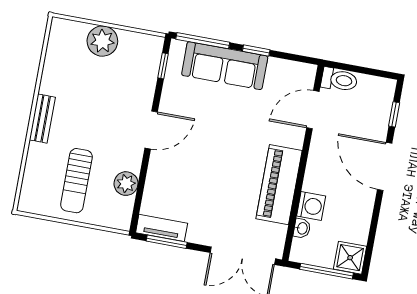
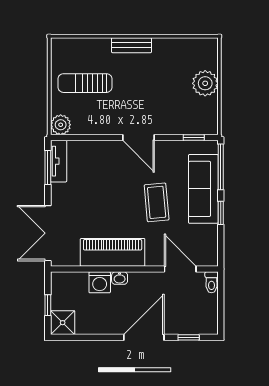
toilet: (339, 80) -> (211, 282), width x0.73, depth x0.72
coffee table: (230, 123) -> (157, 202), added
plant: (126, 184) -> (61, 125), moved
washbasin: (302, 228) -> (120, 278), moved
window: (327, 271) -> (48, 305), width x0.46

